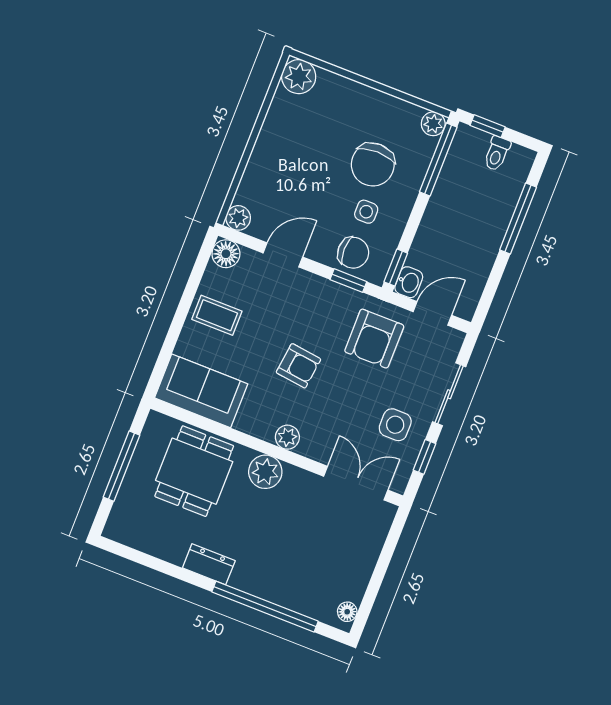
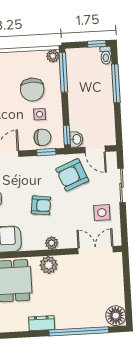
window: (488, 126) -> (97, 44), moved
toilet: (497, 153) -> (106, 55), moved
door: (432, 313) -> (95, 149), swing flipped
armchair: (374, 339) -> (72, 175), turned 68
window: (425, 457) -> (124, 222), removed
floor lamp: (347, 612) -> (116, 316), width x1.89, depth x1.89

